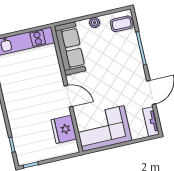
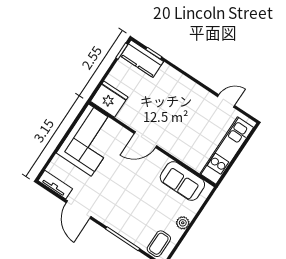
sofa: (70, 49) -> (182, 181), width x0.73
fridge: (64, 129) -> (109, 99), moved
kitchen counter: (23, 148) -> (142, 59), added

